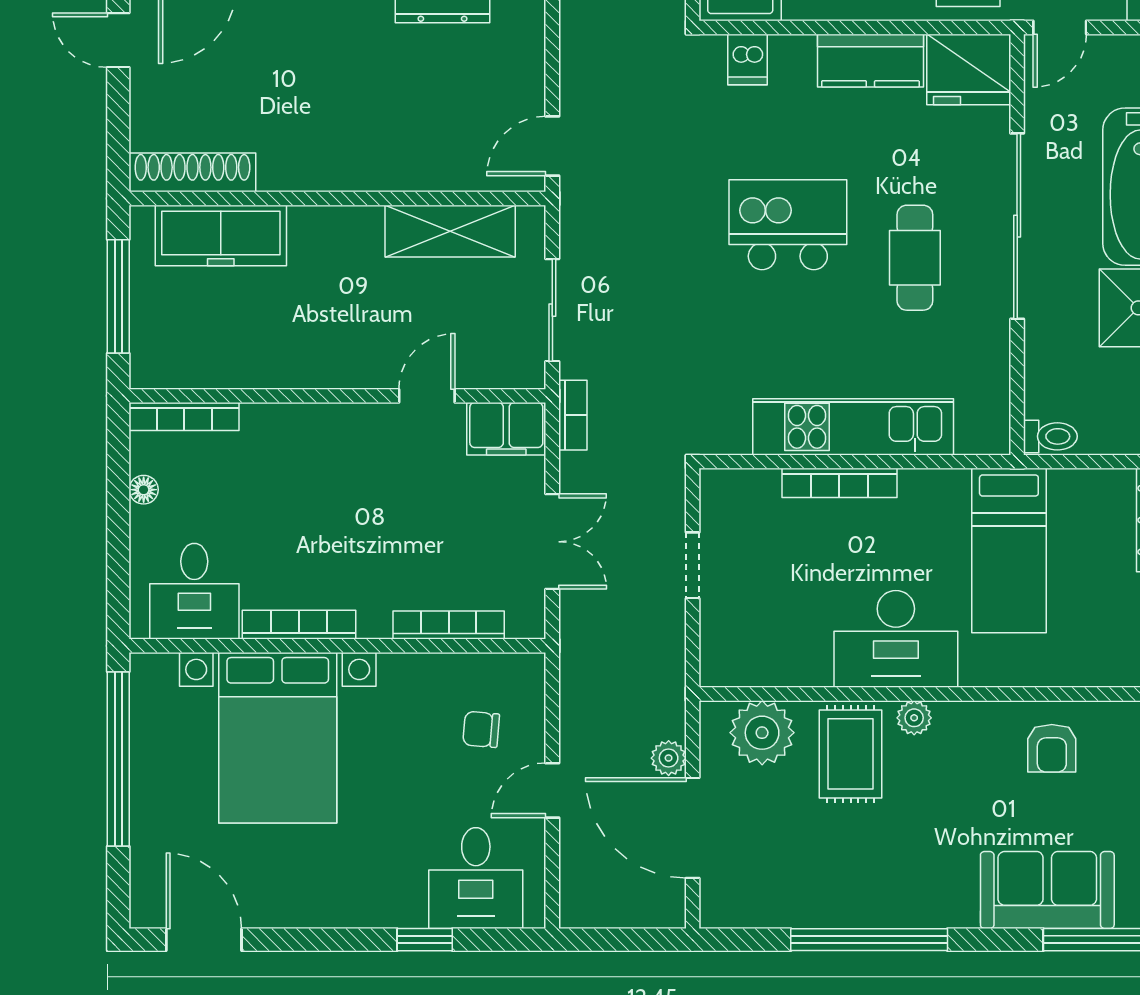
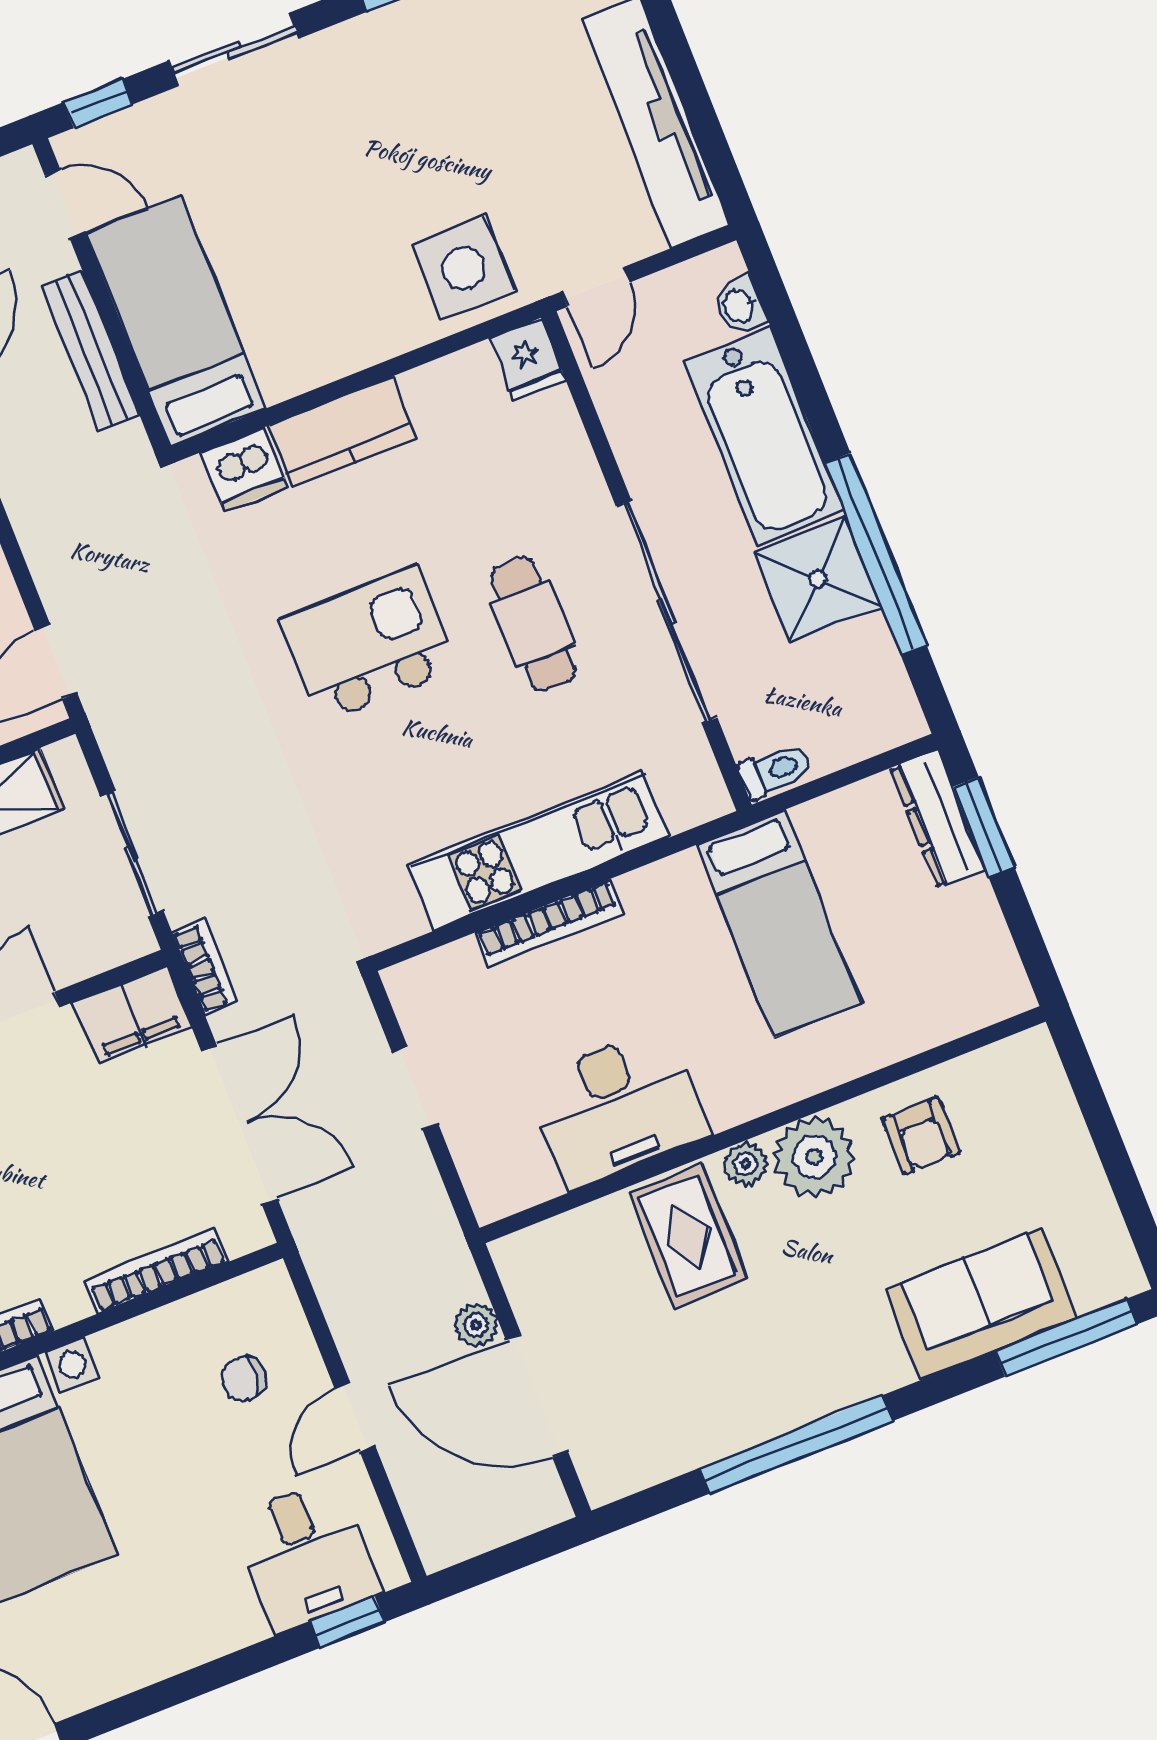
dishwasher: (747, 60) -> (244, 469), width x1.38
kitchen counter: (870, 61) -> (343, 432), moved
fridge: (969, 70) -> (527, 359), width x0.53, depth x0.75
sliding door: (1017, 226) -> (667, 612), moved
double door: (552, 542) -> (239, 1125), width x1.37
desk: (896, 639) -> (618, 1107), moved
plant: (762, 733) -> (814, 1157), moved
window: (425, 940) -> (347, 1622), moved

